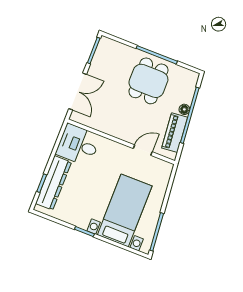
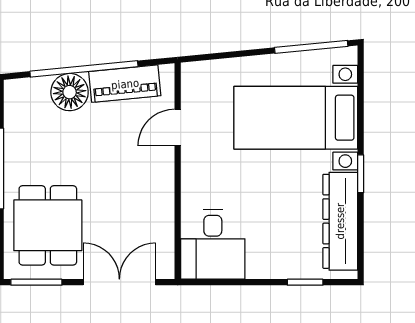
dining table: (148, 81) -> (48, 225), moved, turned 90
floor lamp: (184, 109) -> (70, 92), width x1.89, depth x1.89
door: (143, 150) -> (178, 128), hinge flipped
dresser: (54, 183) -> (340, 221), moved, turned -90

